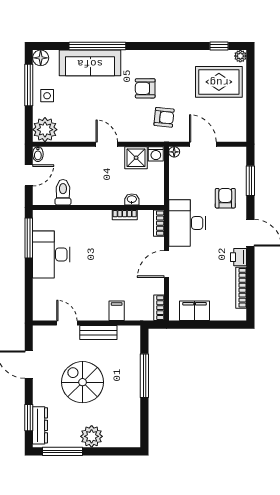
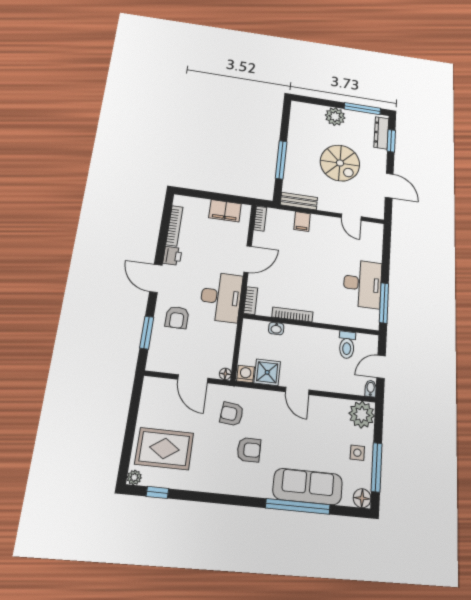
bookcase: (125, 215) -> (292, 315), width x1.56
bench: (98, 333) -> (299, 201), moved

